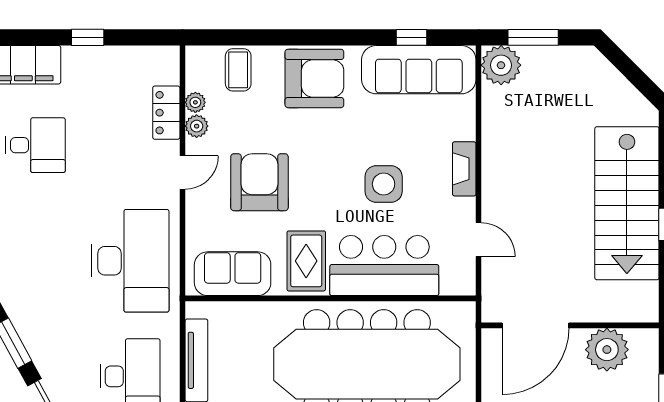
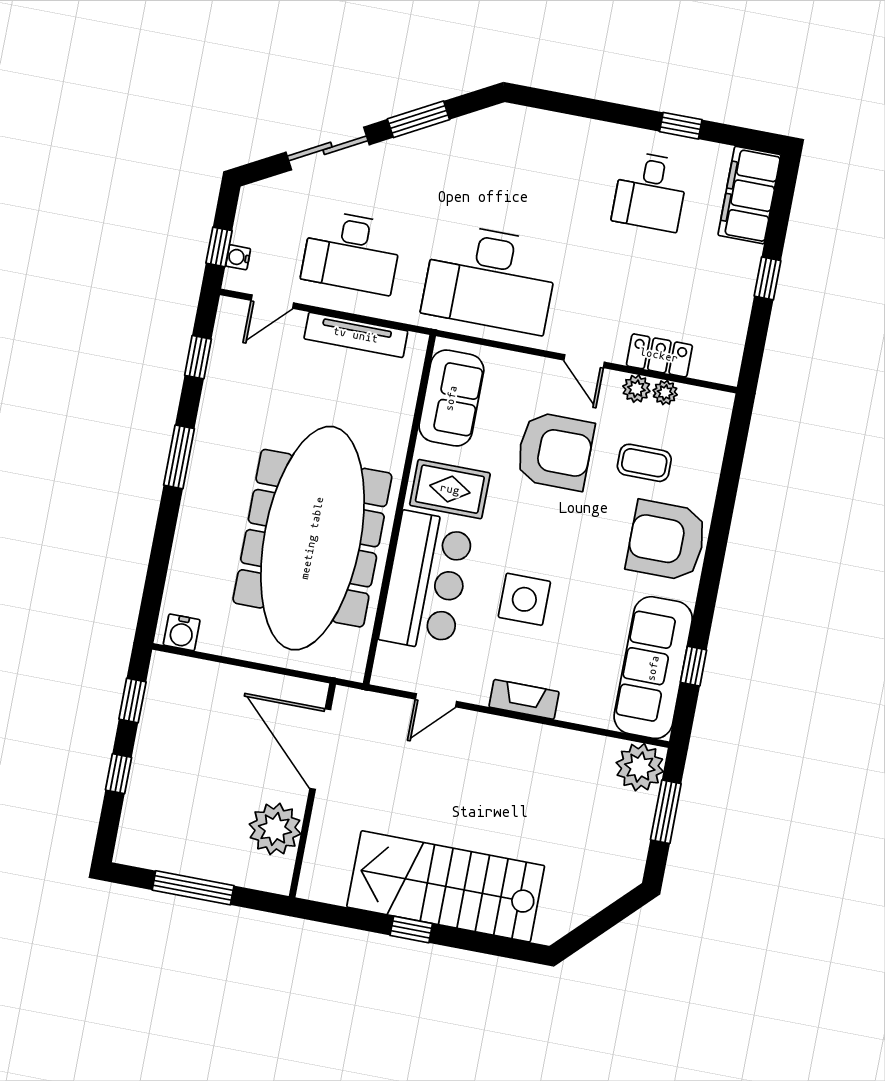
coffee table: (238, 70) -> (644, 463), moved
armchair: (314, 78) -> (666, 541), turned 90

